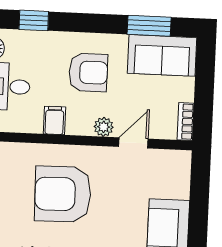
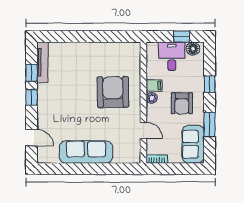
window: (34, 20) -> (210, 84), moved
window: (149, 26) -> (210, 124), moved
plant: (104, 127) -> (152, 98), moved

